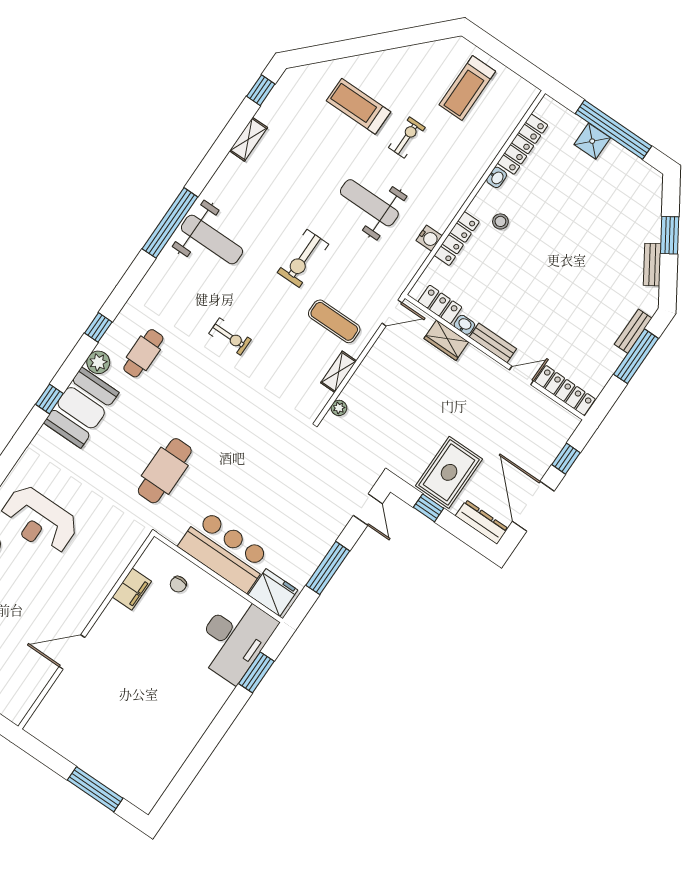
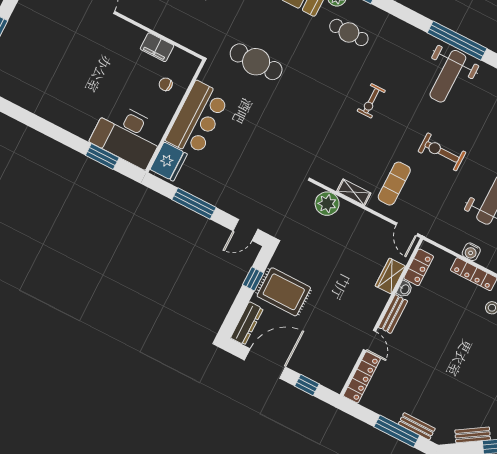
plant: (339, 408) -> (327, 204), width x1.88, depth x1.88

